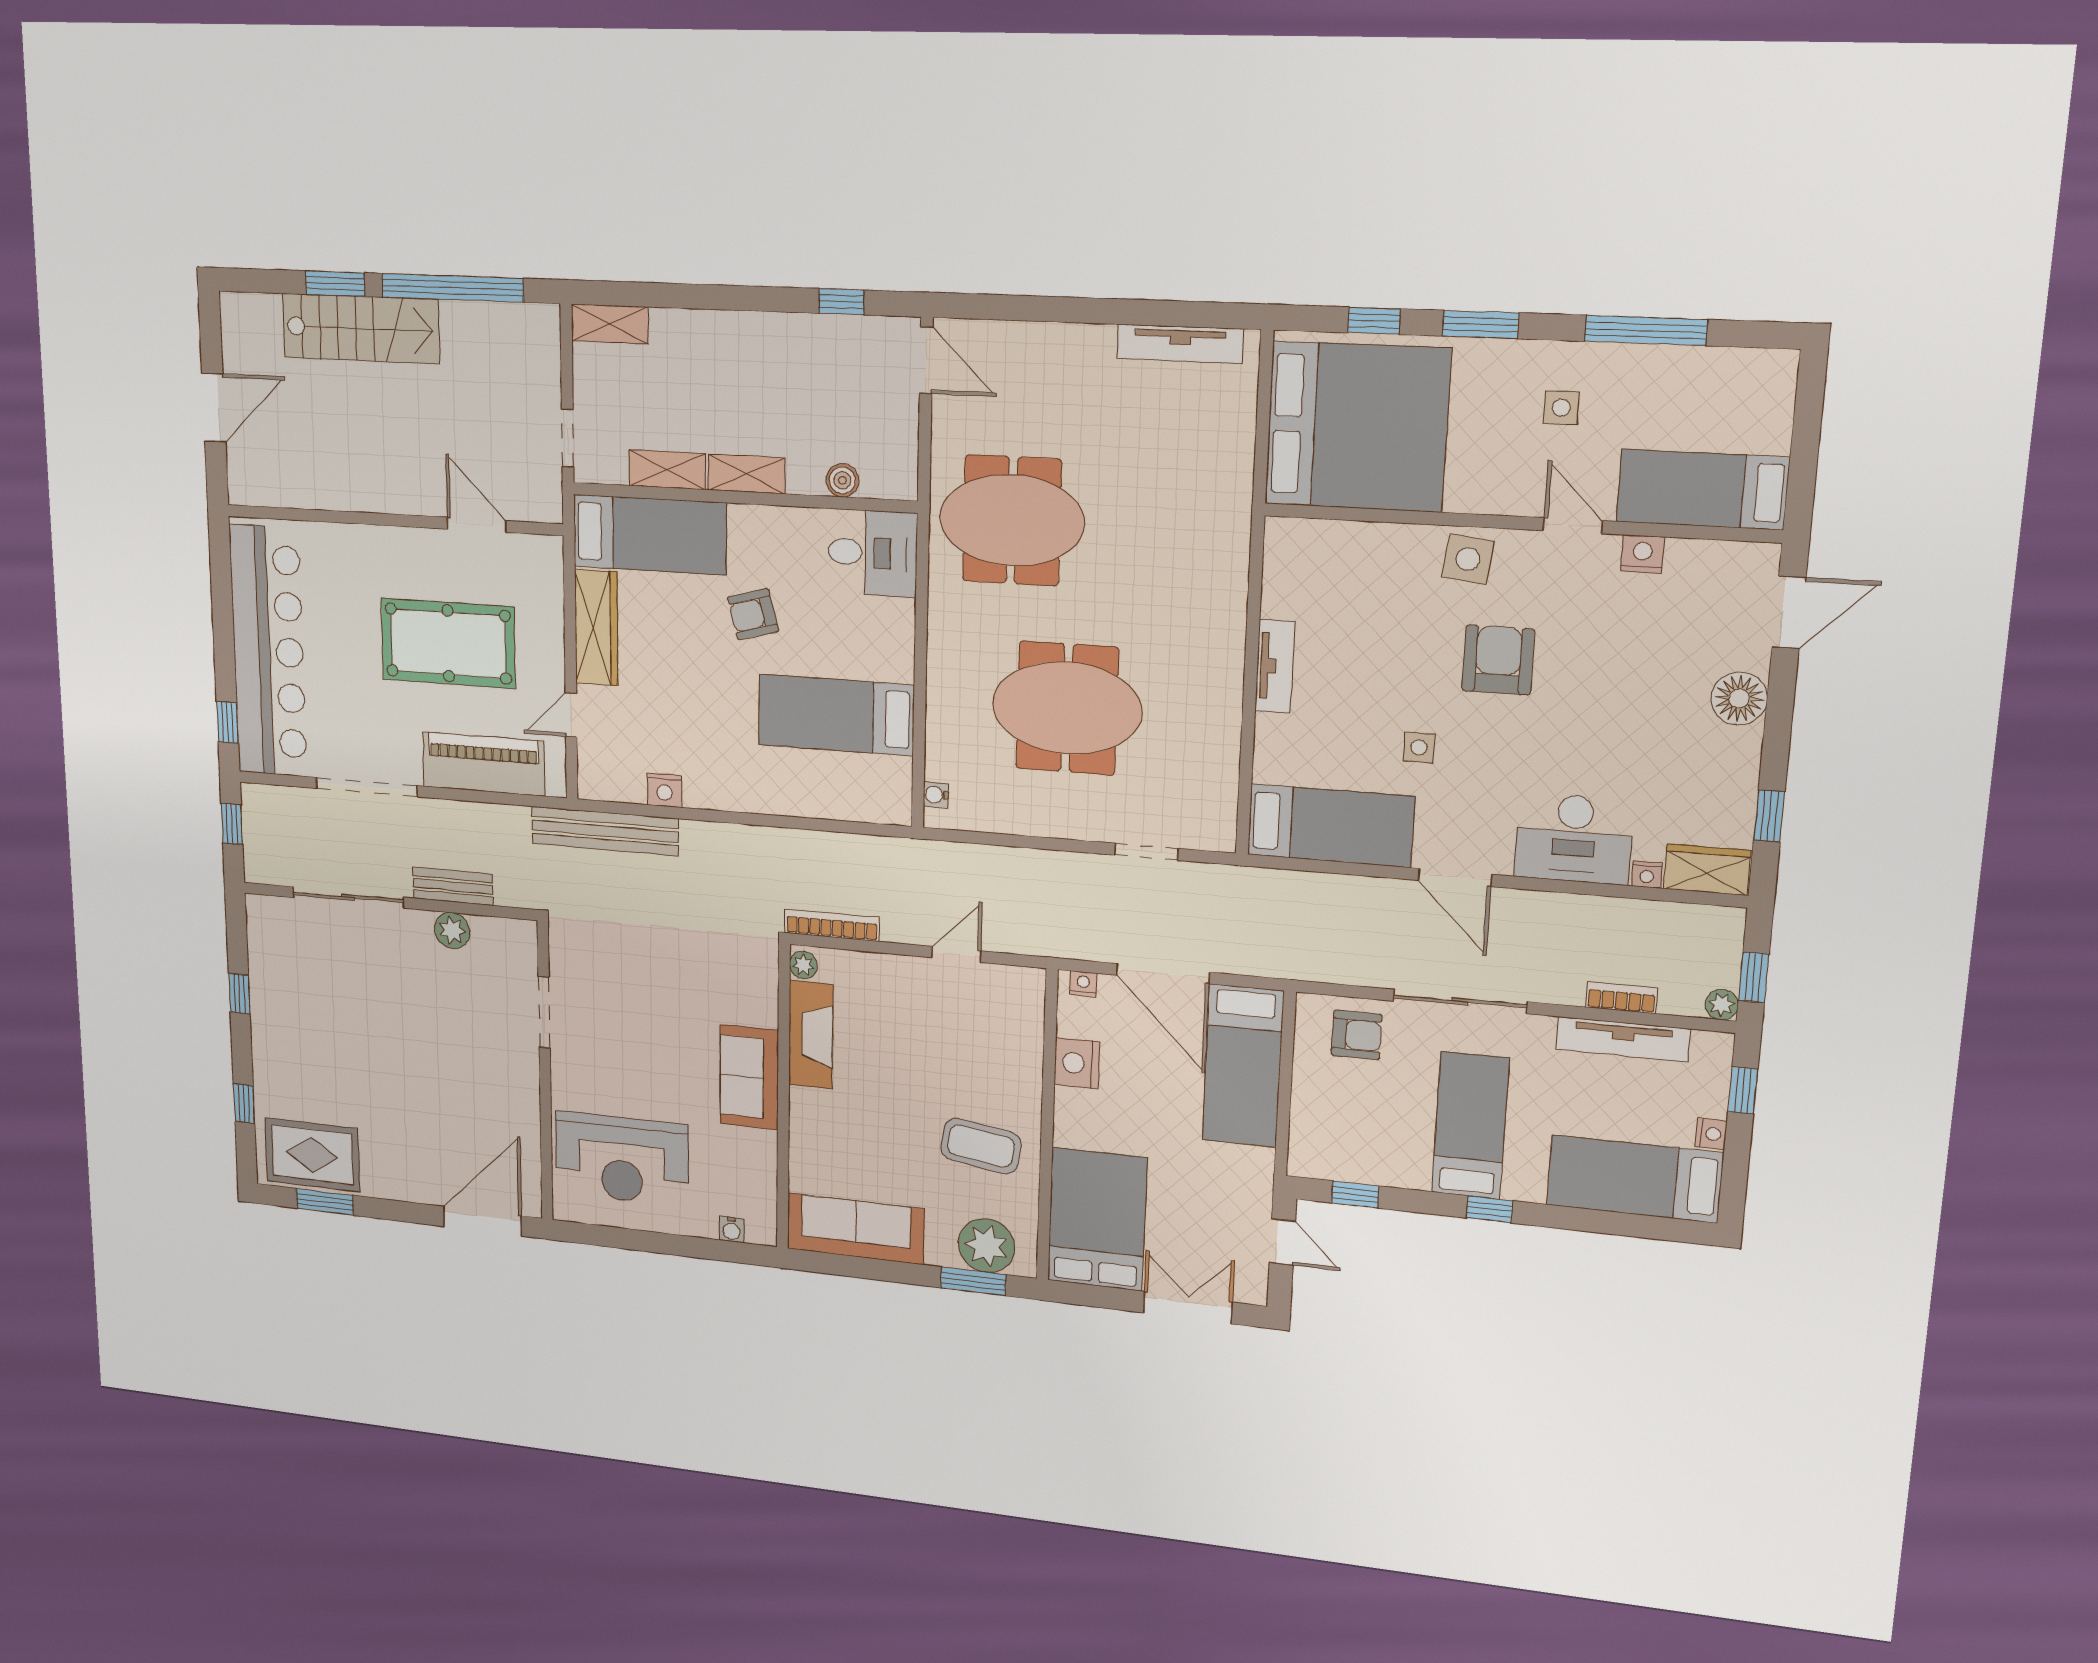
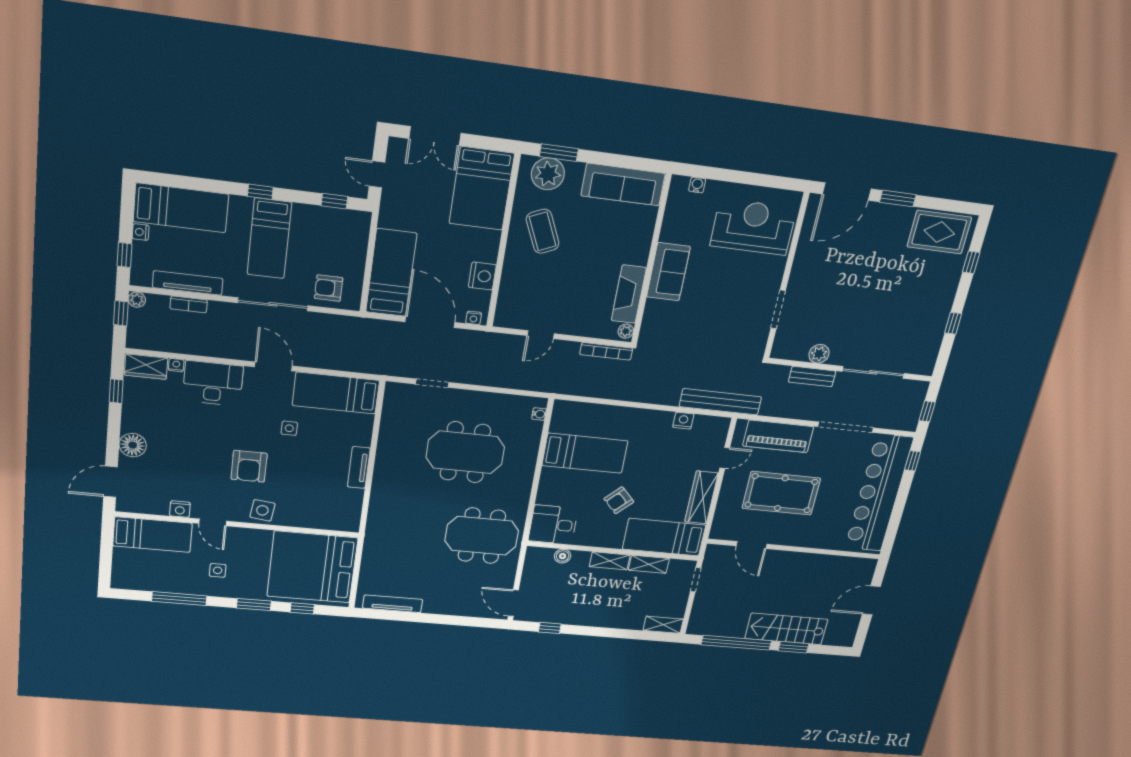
armchair: (753, 614) -> (619, 500), turned 151
coffee table: (981, 1146) -> (543, 231), turned 57
window: (325, 1202) -> (898, 198), moved

